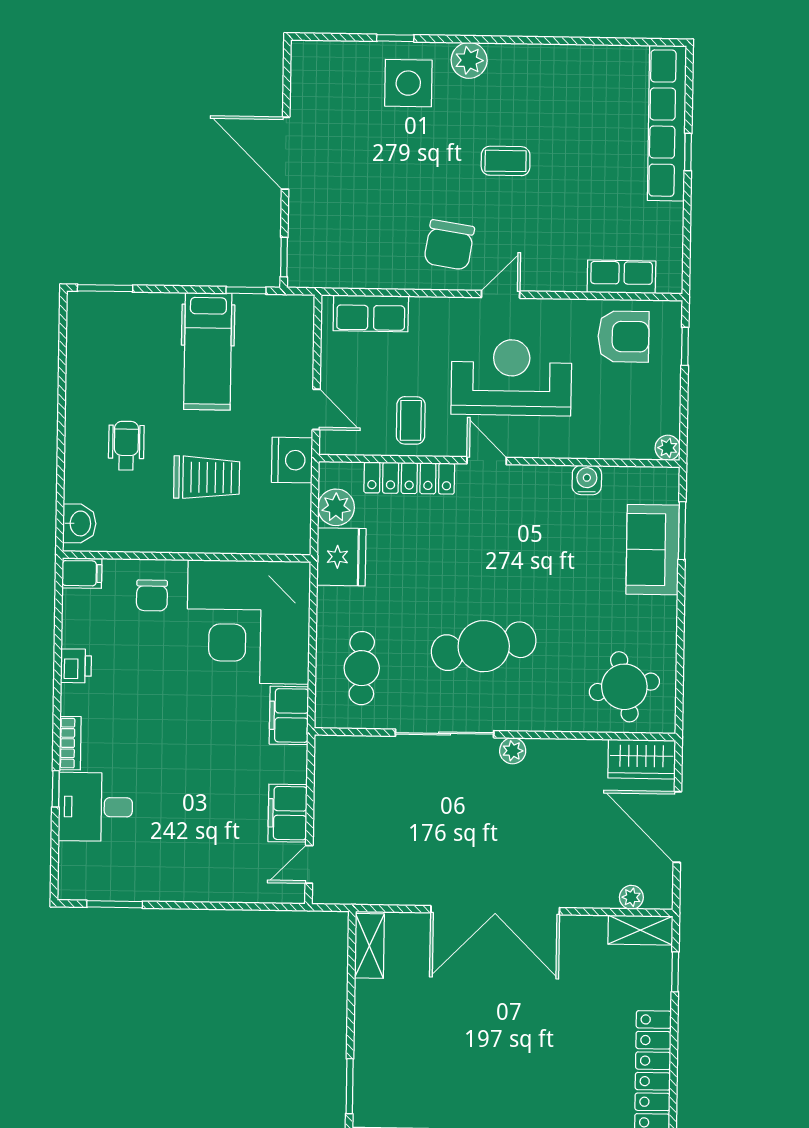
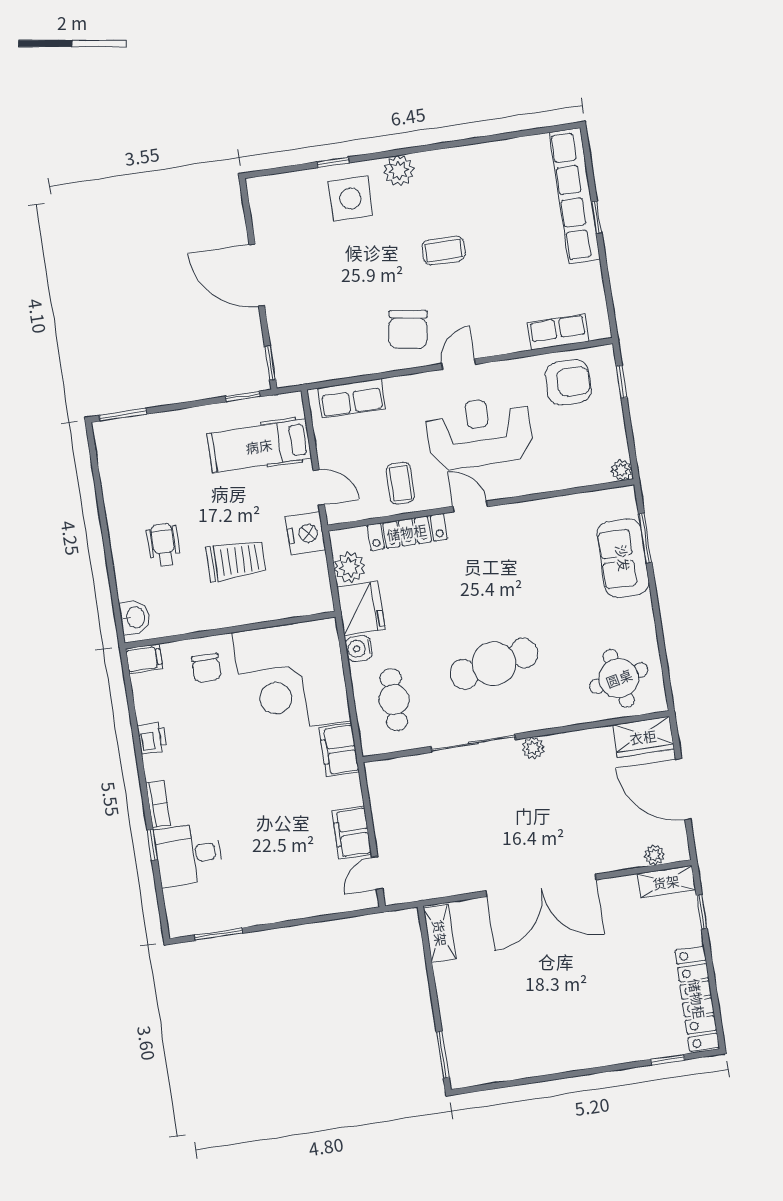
hospital bed: (208, 351) -> (259, 446), moved, turned 90
water cooler: (587, 480) -> (359, 648), moved, turned -90

